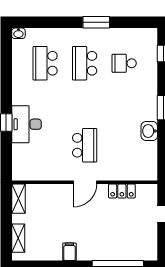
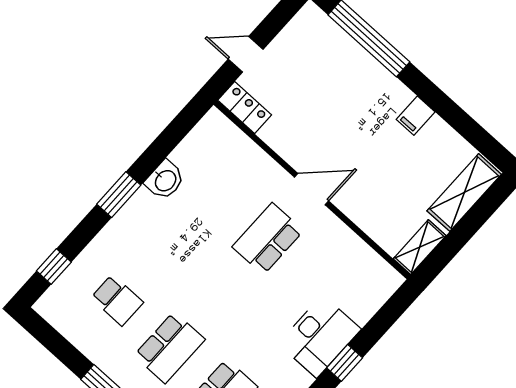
locker: (122, 191) -> (245, 108), moved
shelving: (18, 238) -> (464, 193), width x1.50, depth x1.33

